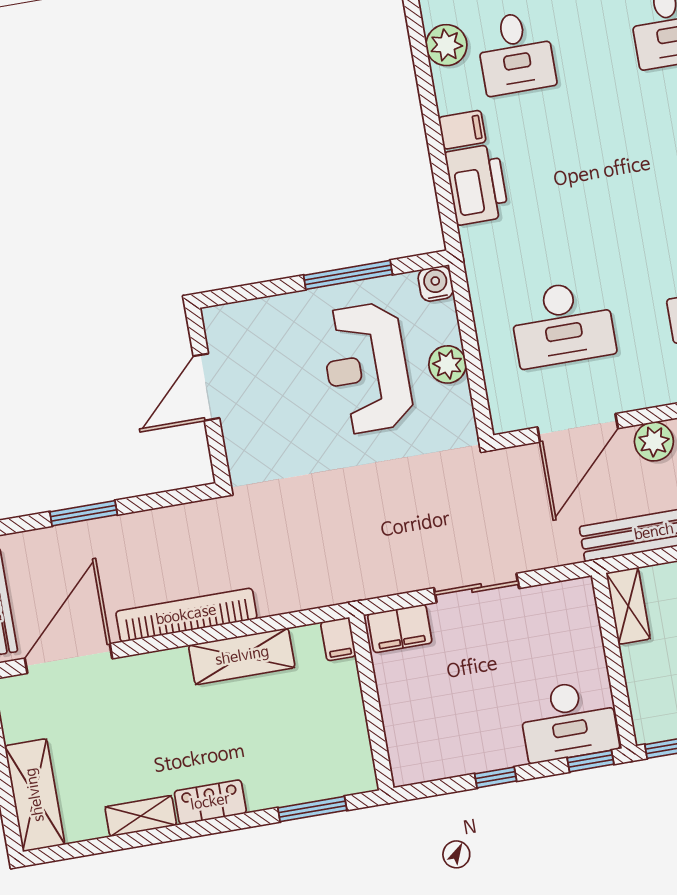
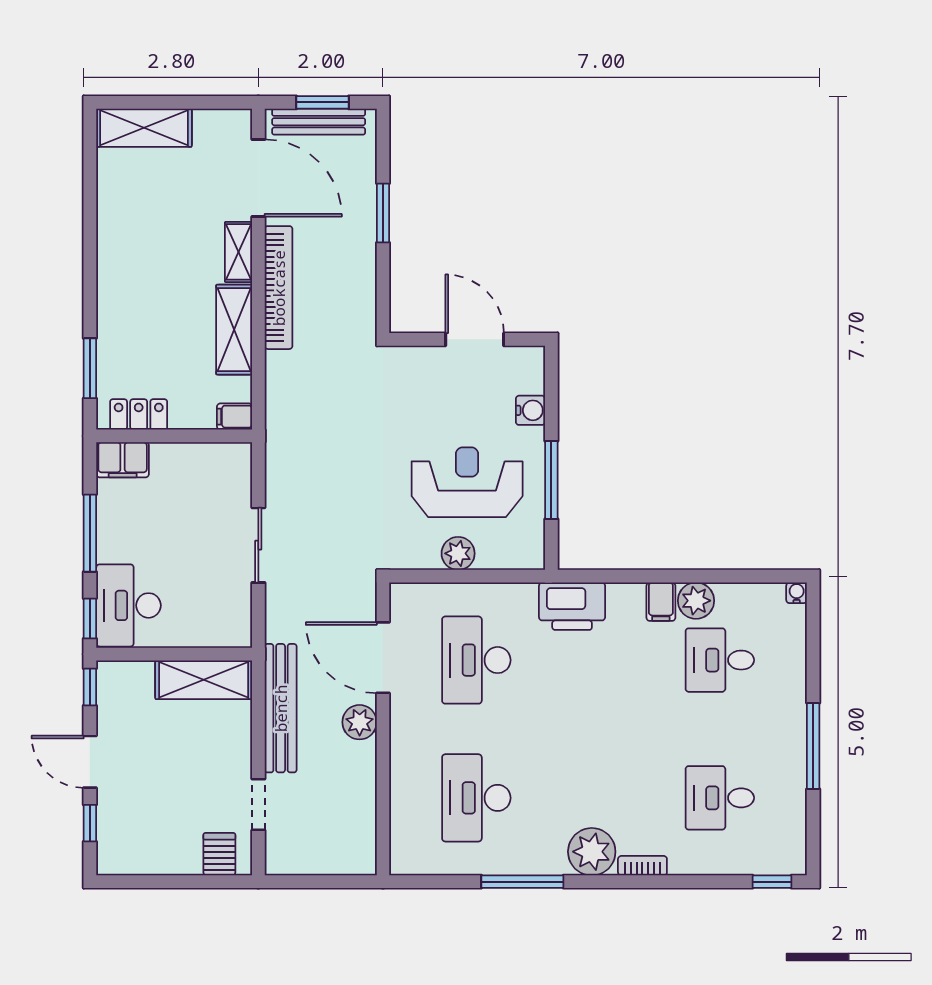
plant: (446, 45) -> (696, 601), moved
printer: (477, 184) -> (572, 606), moved
water cooler: (436, 284) -> (530, 410), moved
shelving: (628, 606) -> (204, 680), width x1.50, depth x1.33
filing cabinet: (400, 629) -> (123, 460), moved, turned -90
window: (496, 777) -> (90, 533), width x2.17
locker: (210, 802) -> (139, 414), moved, turned -90
shelving: (141, 816) -> (238, 252), moved

